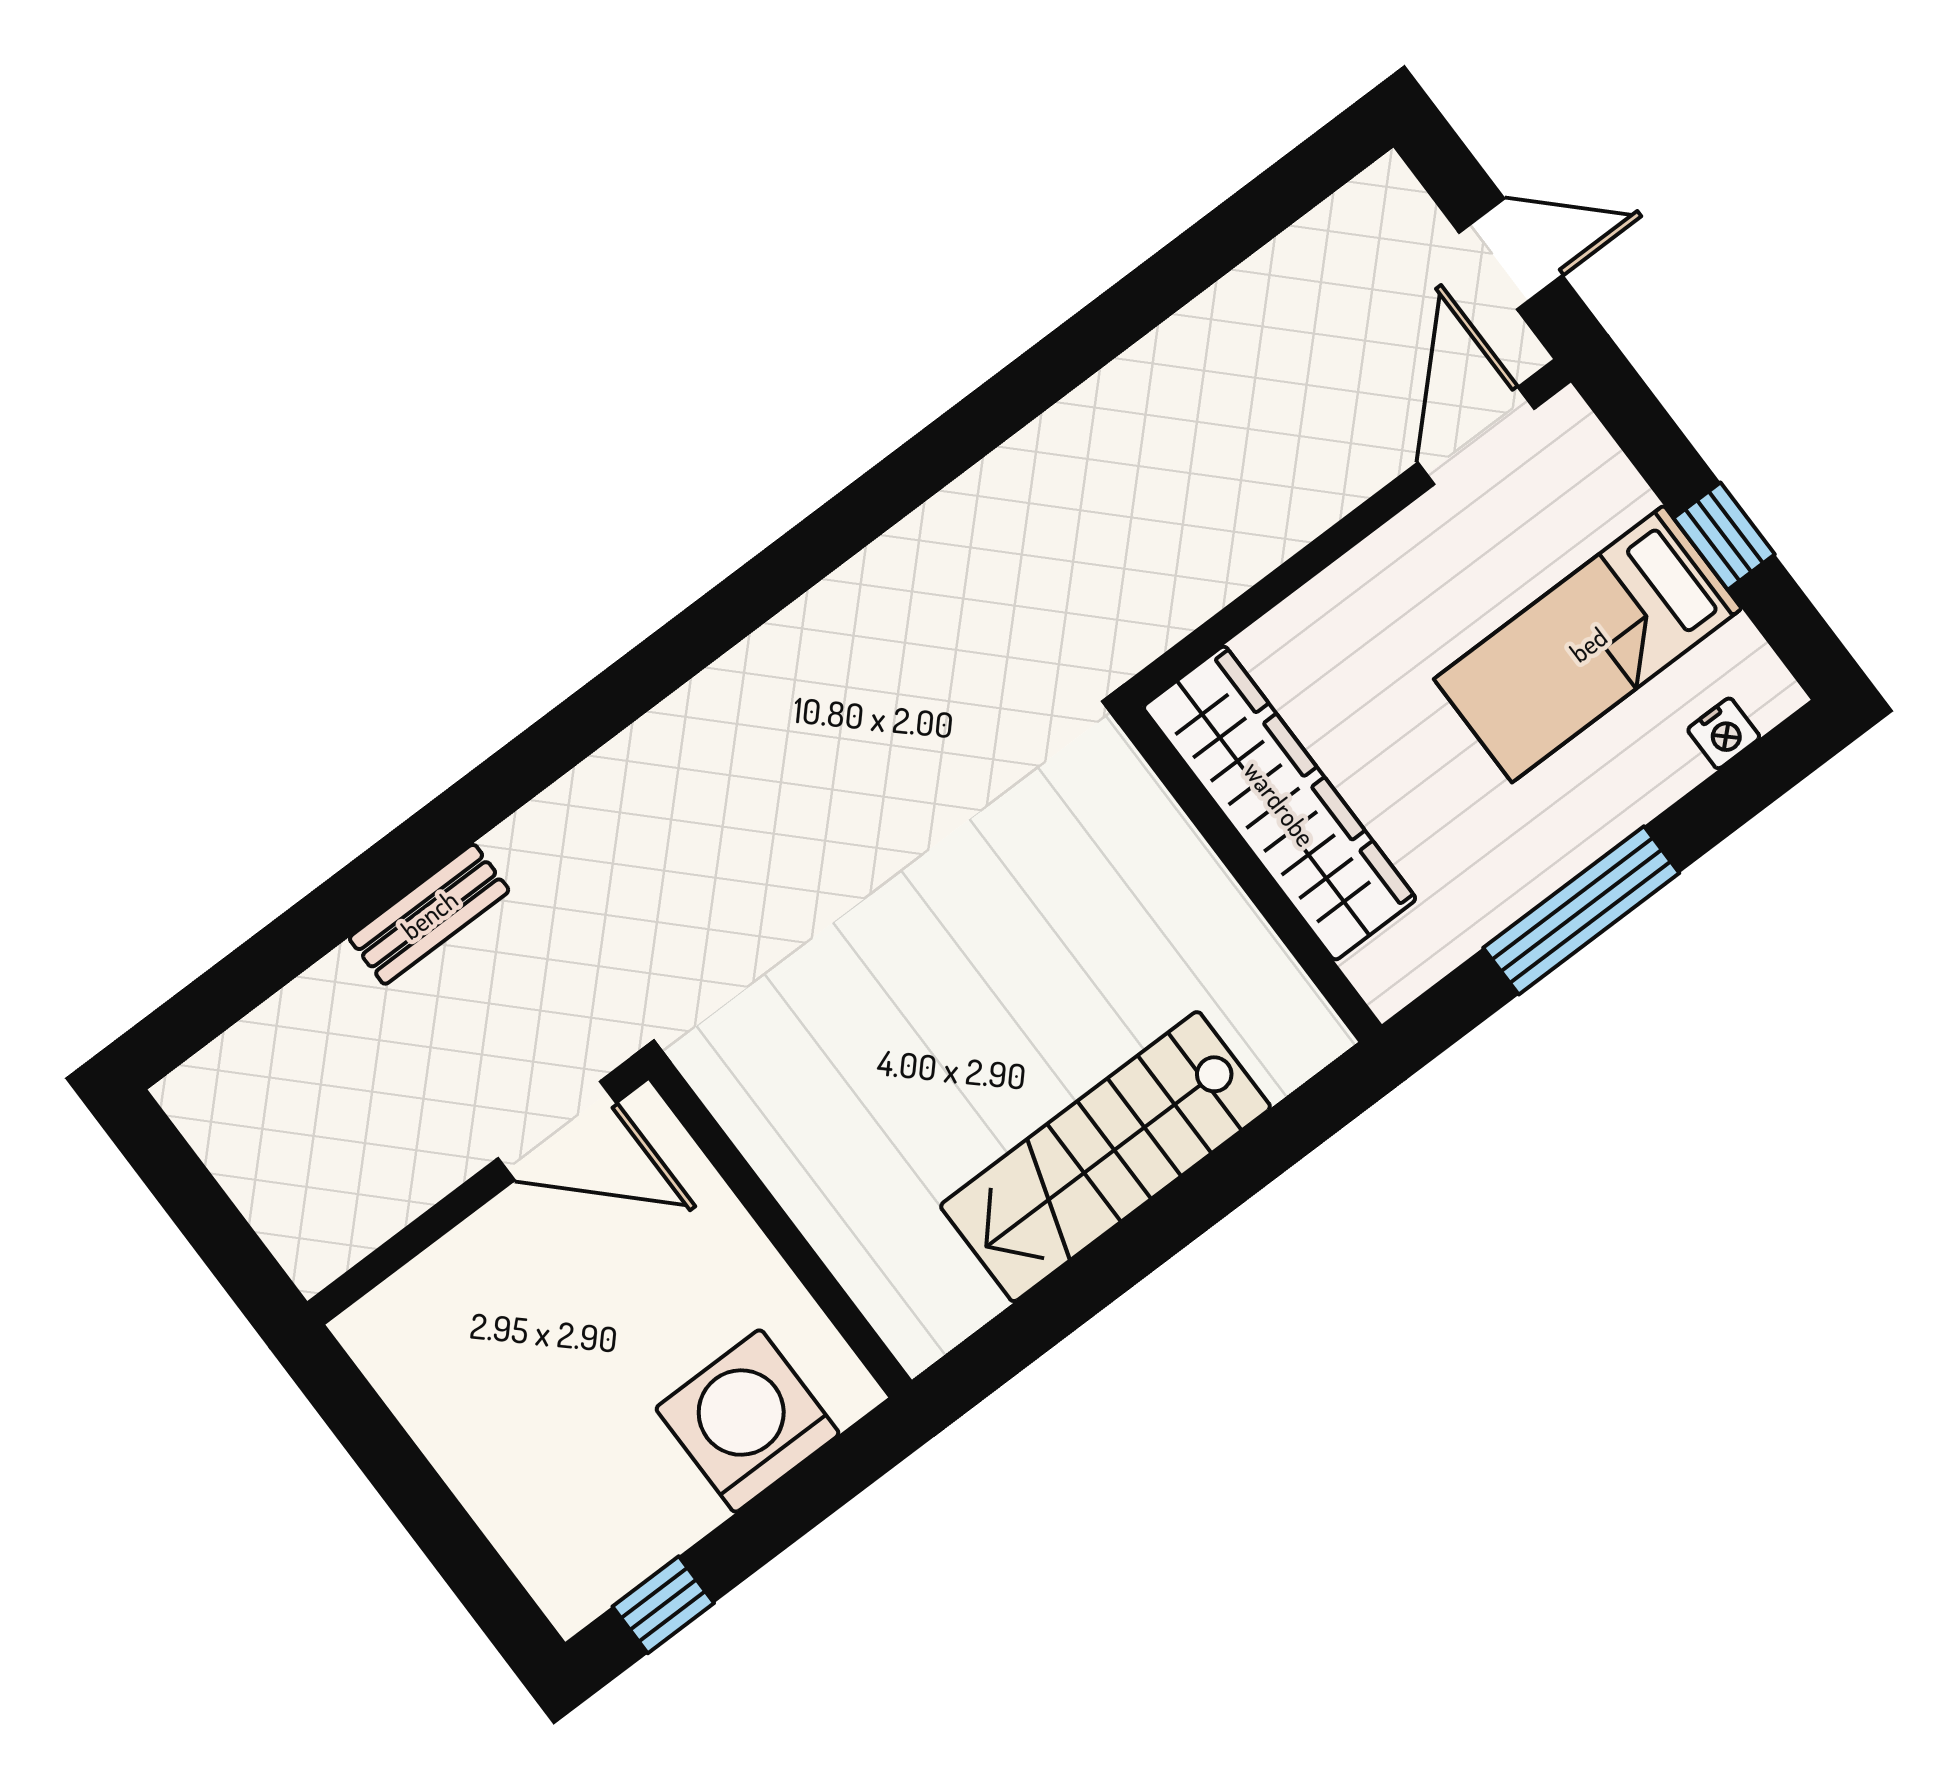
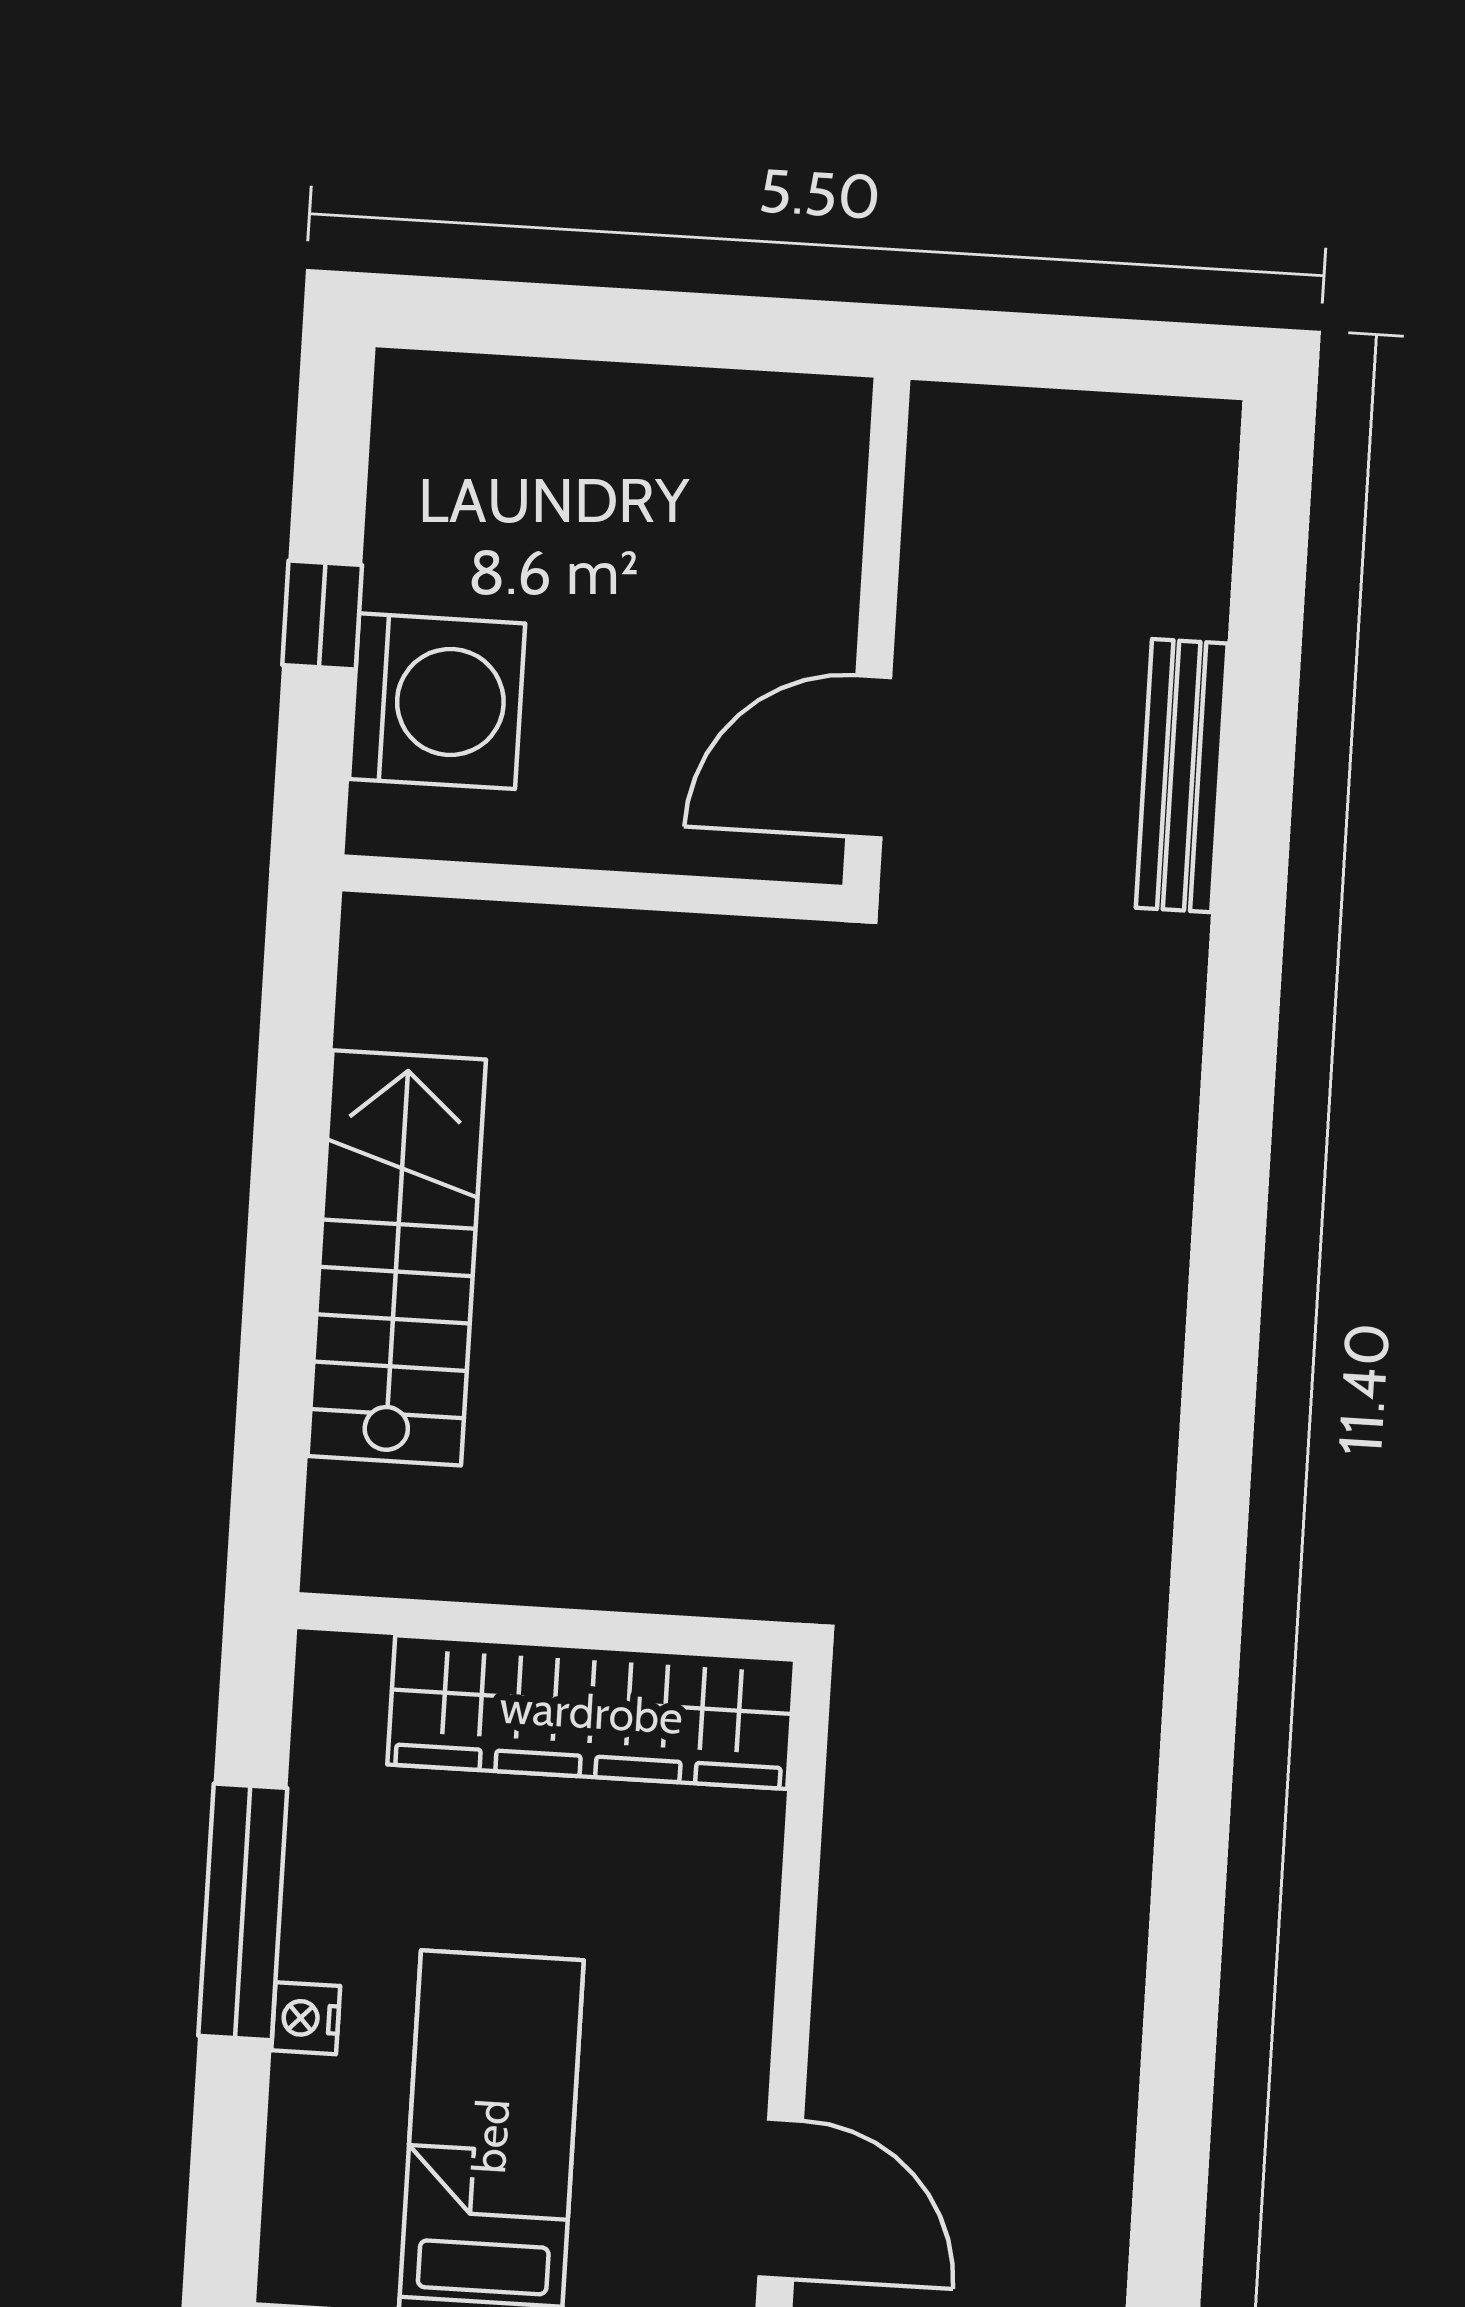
nightstand: (1724, 733) -> (306, 2018), moved
bench: (429, 914) -> (1182, 776), width x1.36
window: (663, 1605) -> (322, 615), moved

